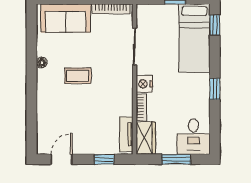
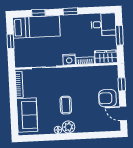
window: (215, 25) -> (38, 13), moved
plant: (45, 78) -> (68, 127), added
tv unit: (126, 134) -> (104, 70), removed
armchair: (85, 137) -> (107, 98), added

